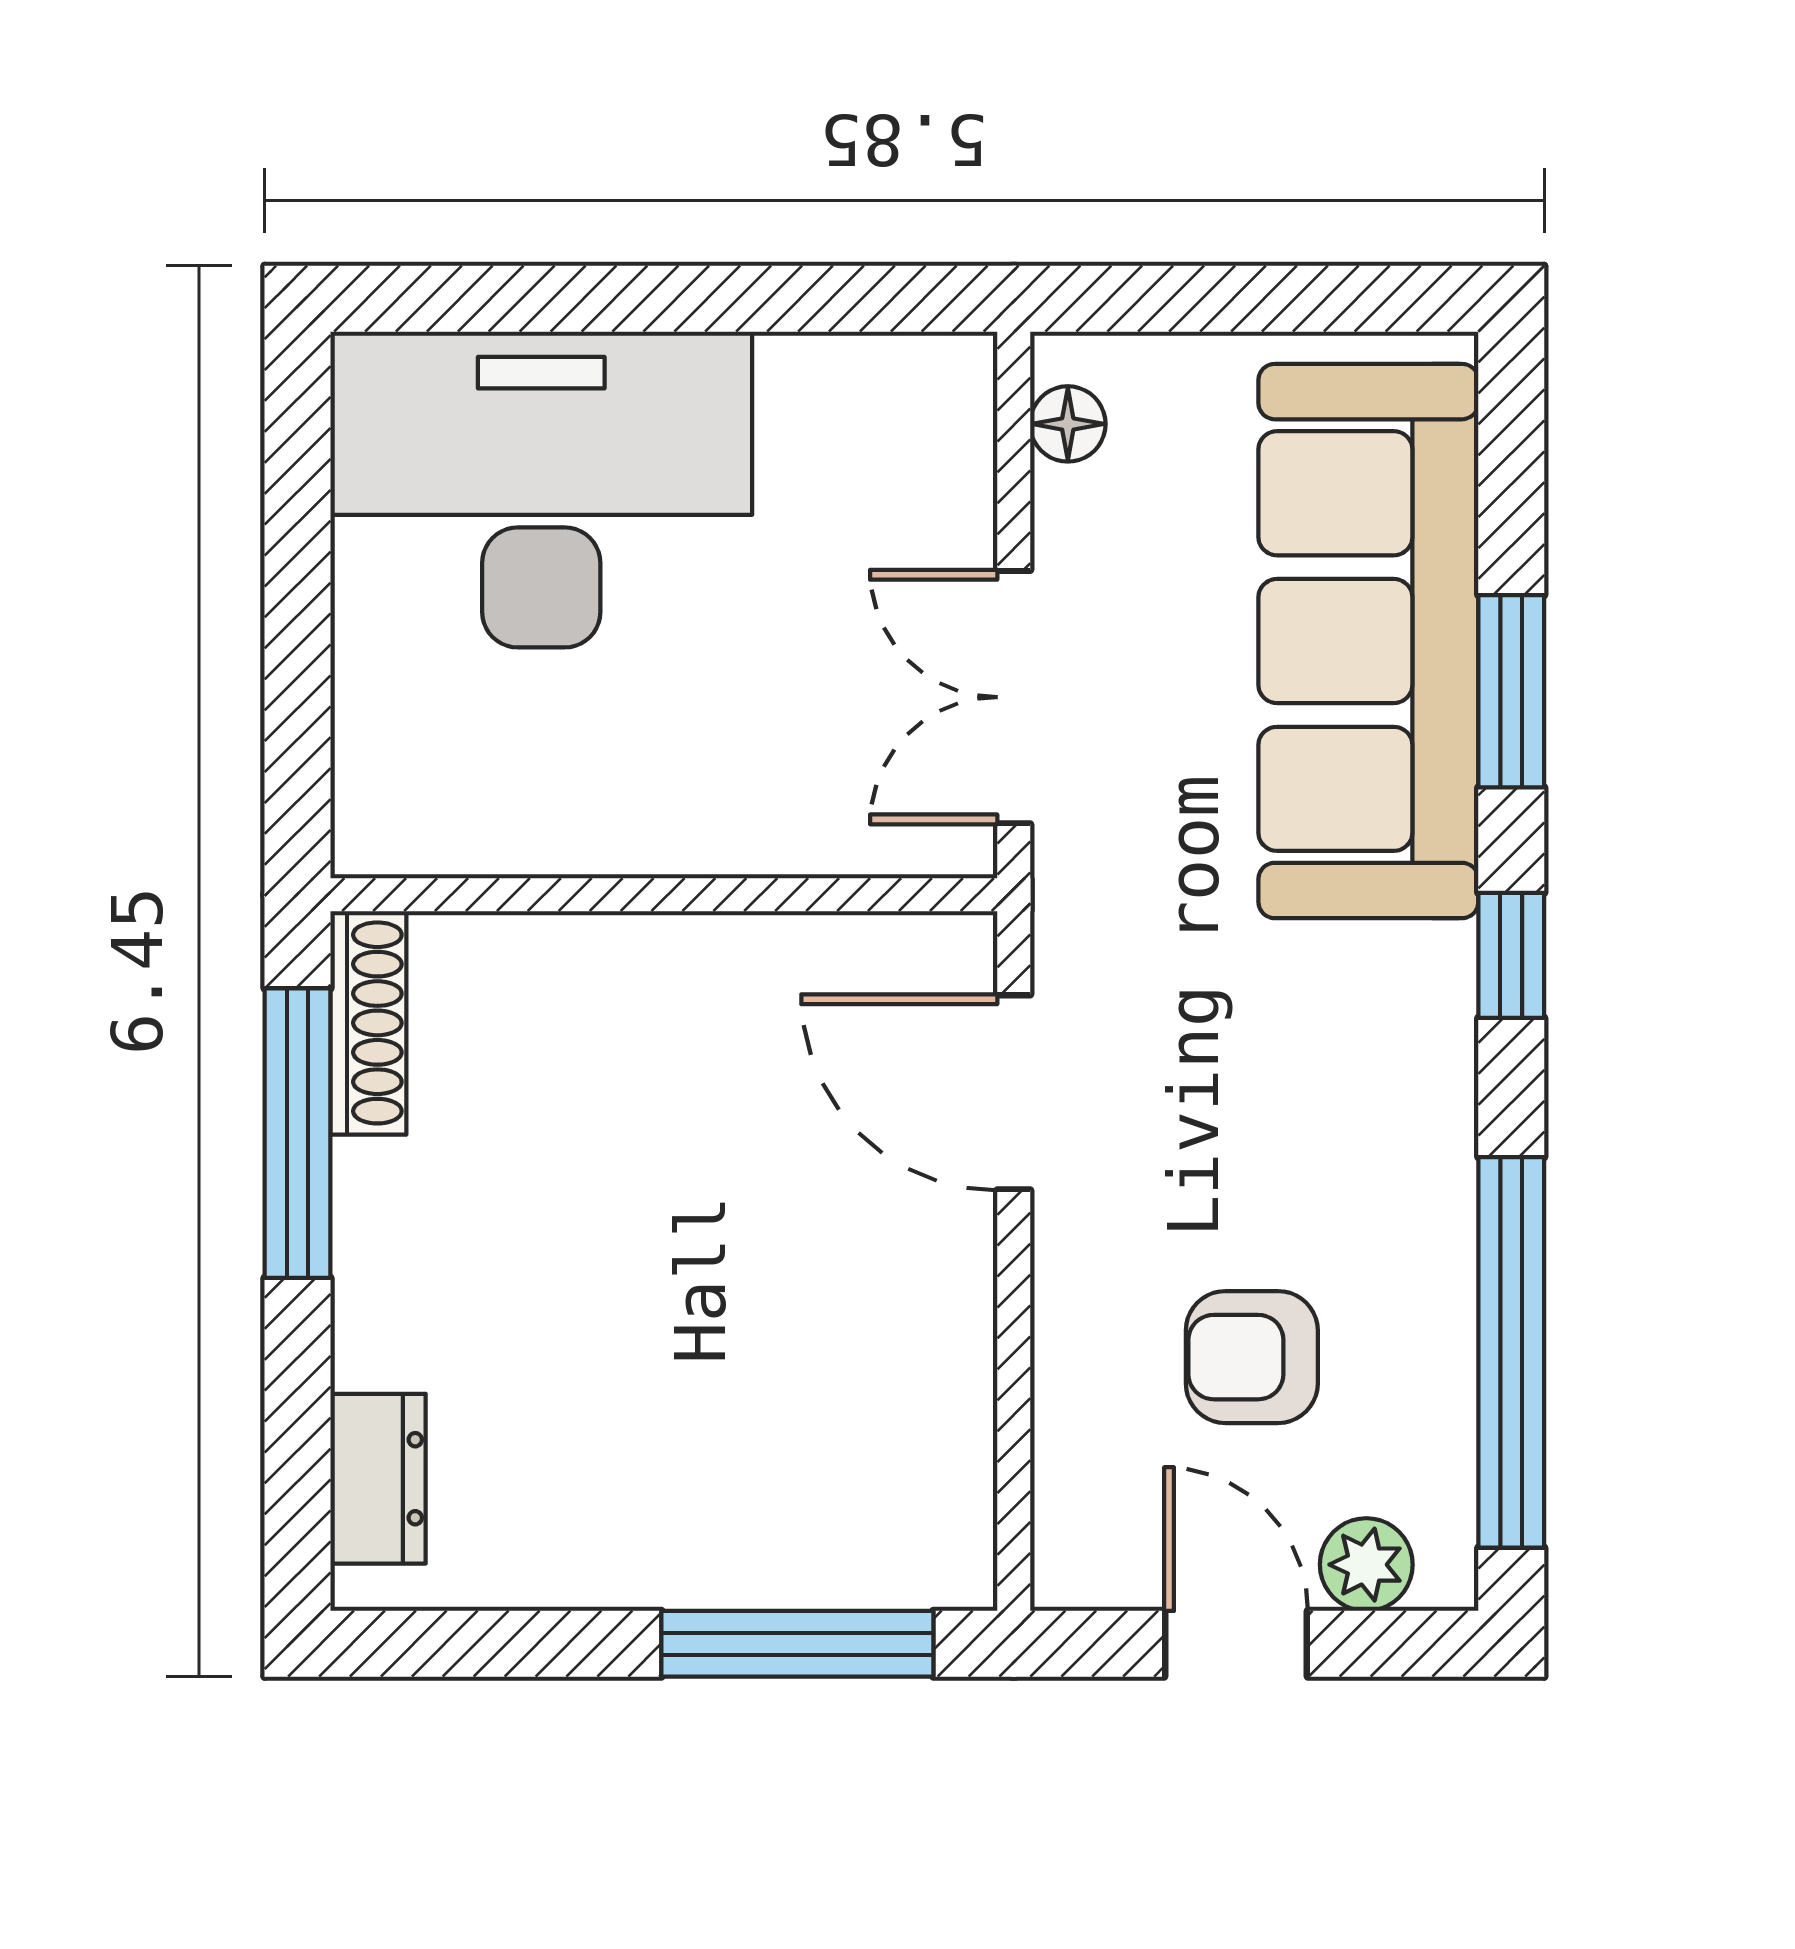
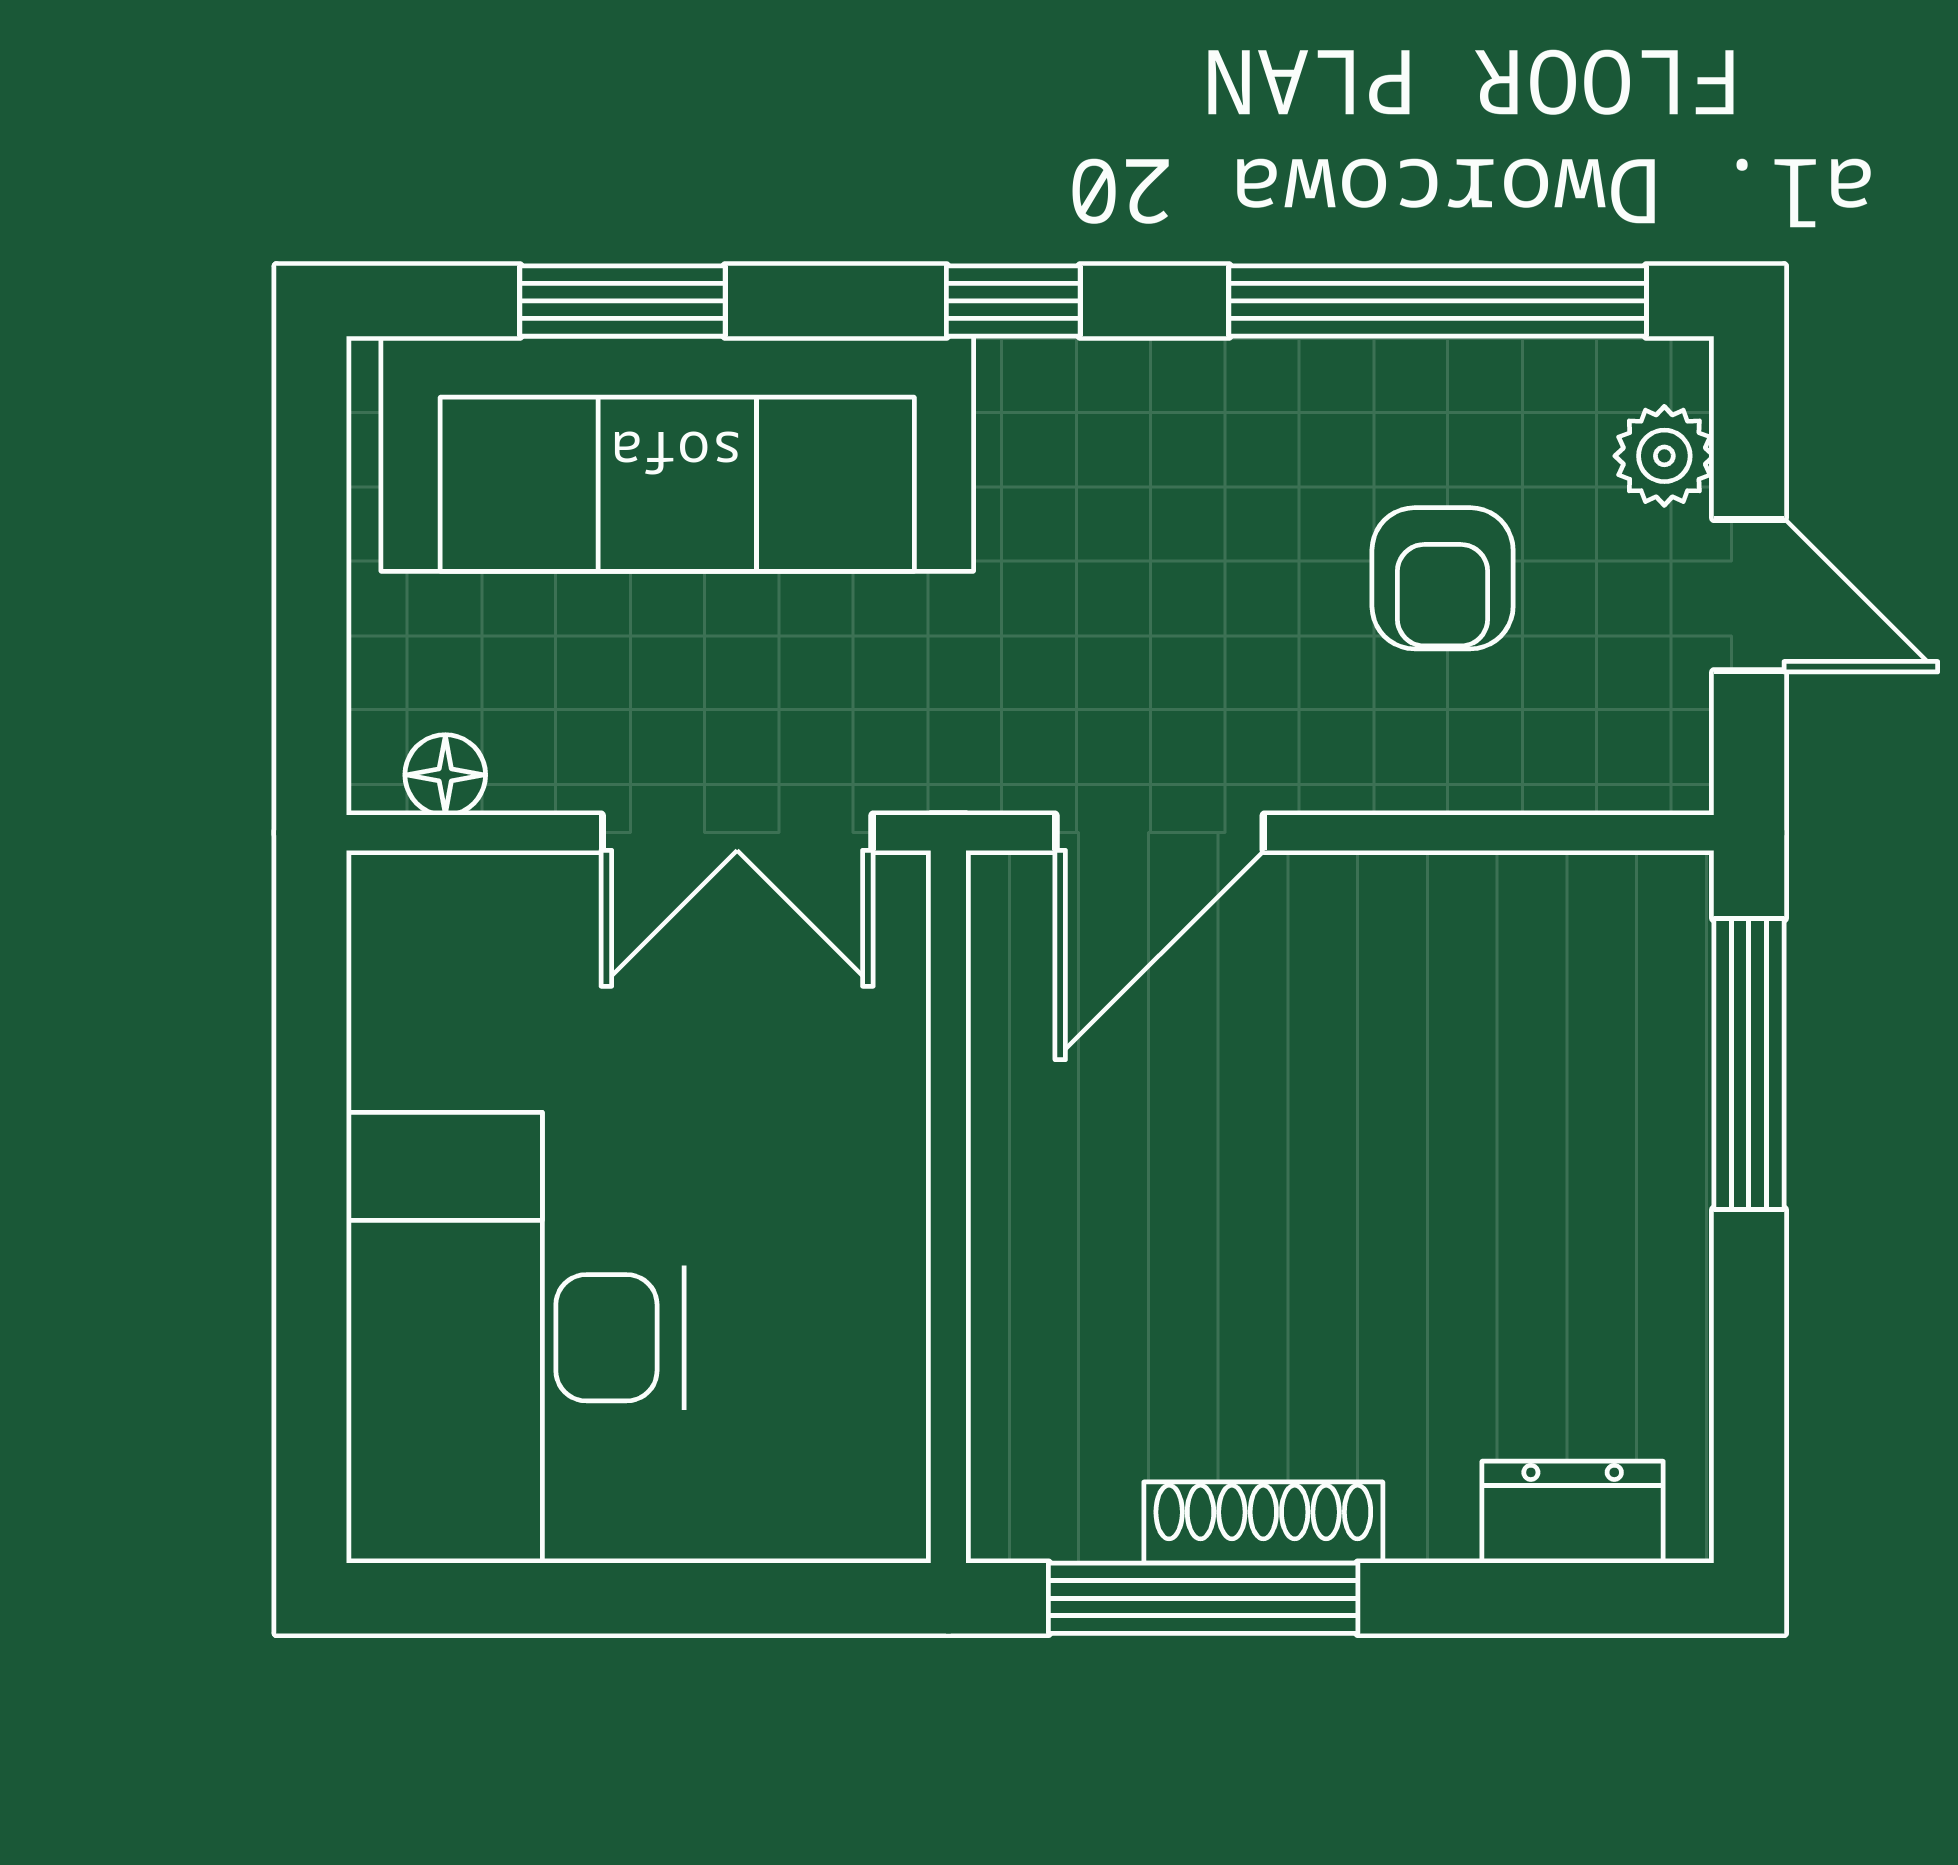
window: (1511, 691) -> (623, 301), moved
shoe rack: (368, 1023) -> (1263, 1523), moved
door: (1236, 1644) -> (1749, 595), swing flipped

